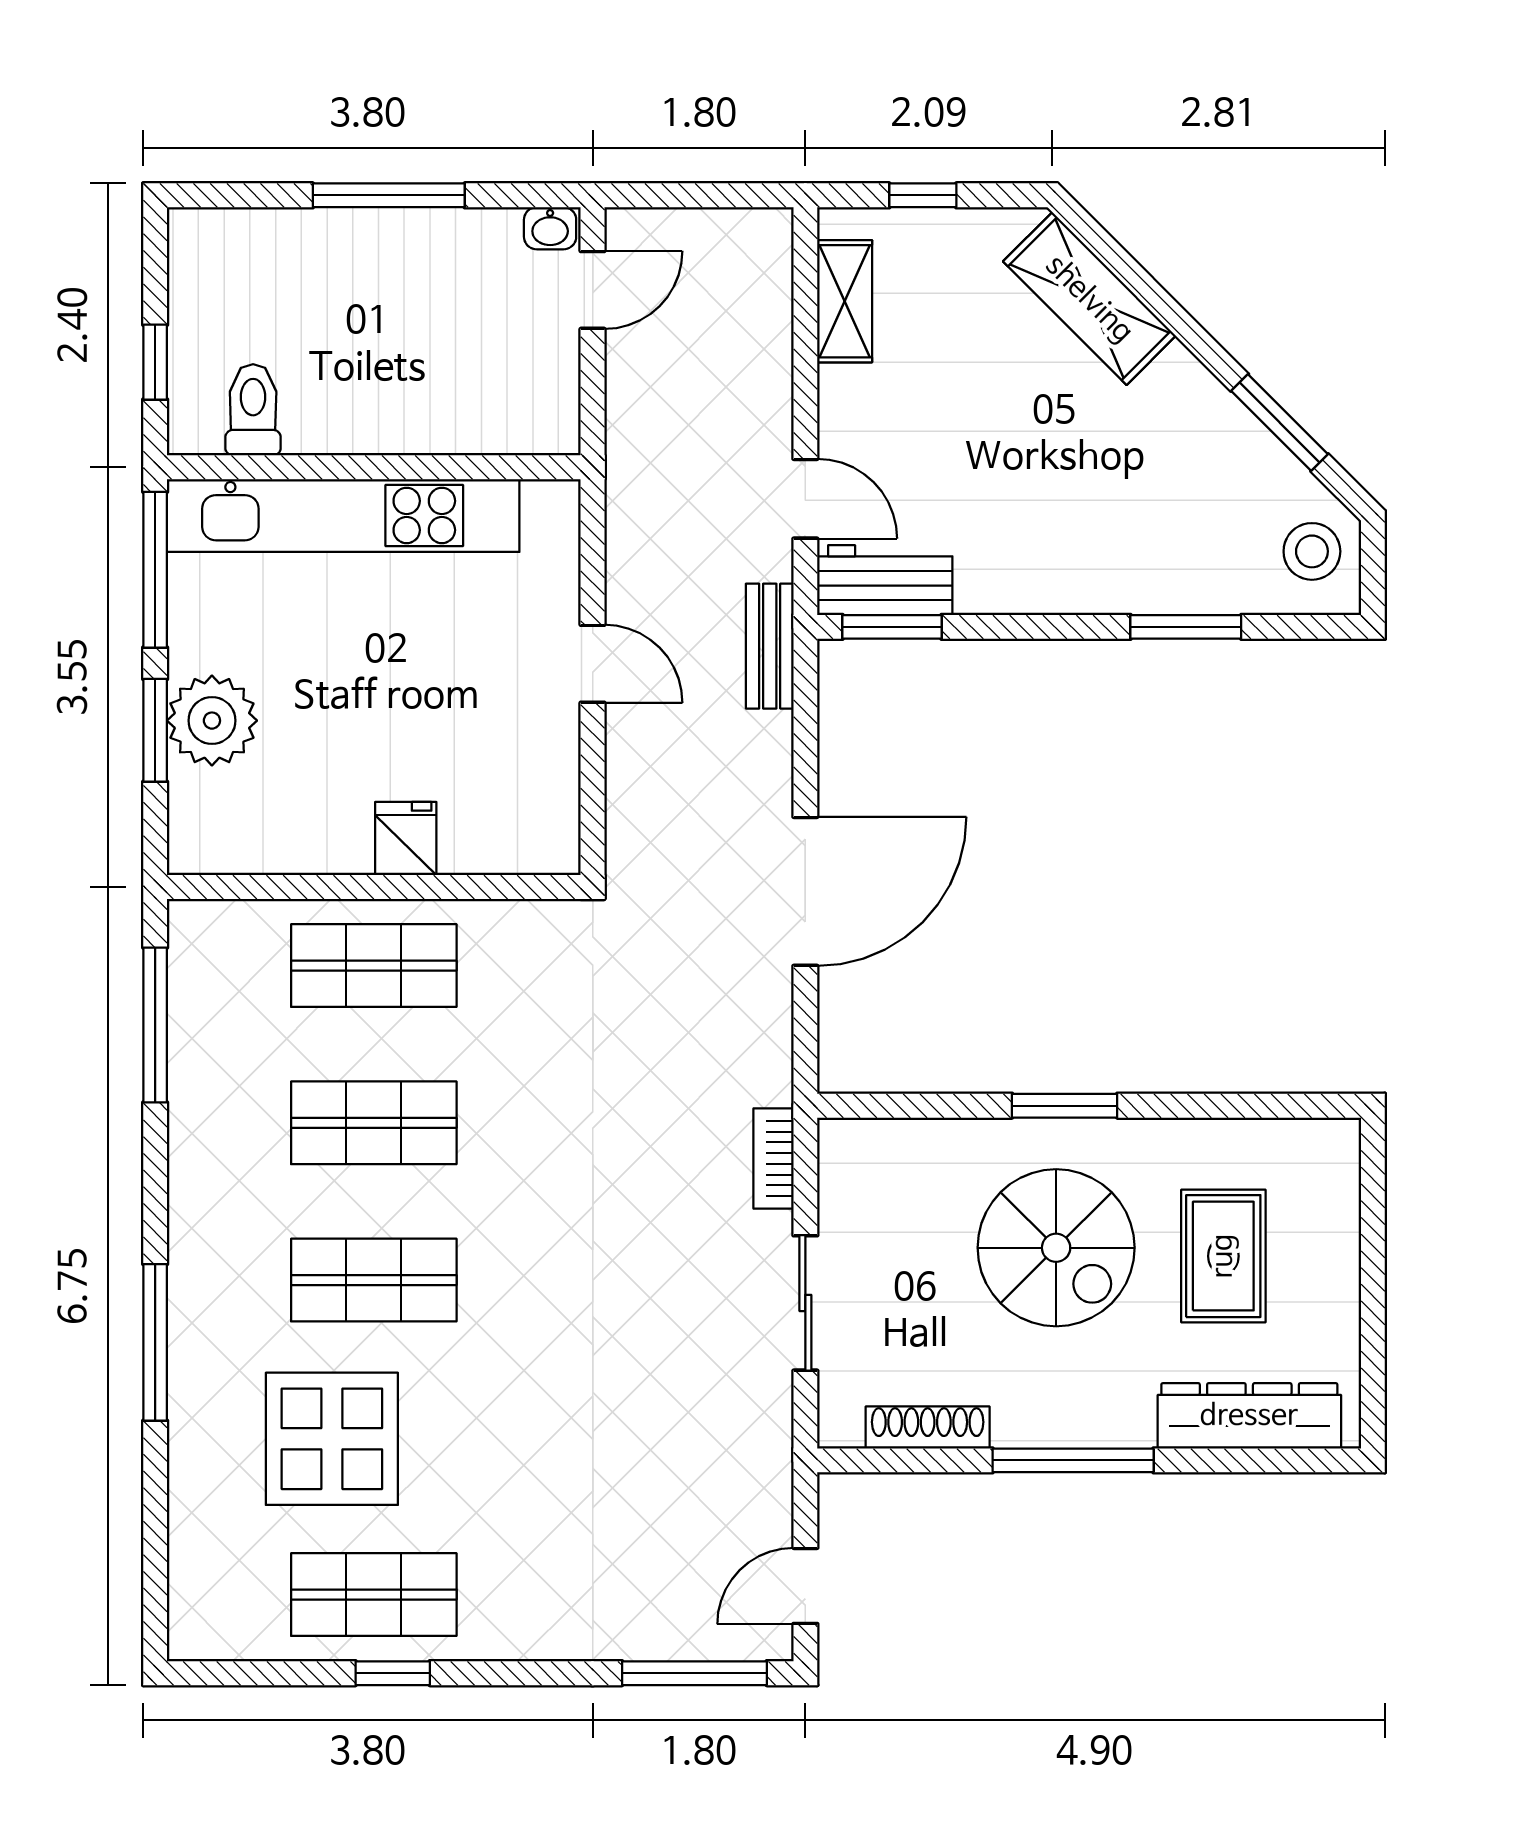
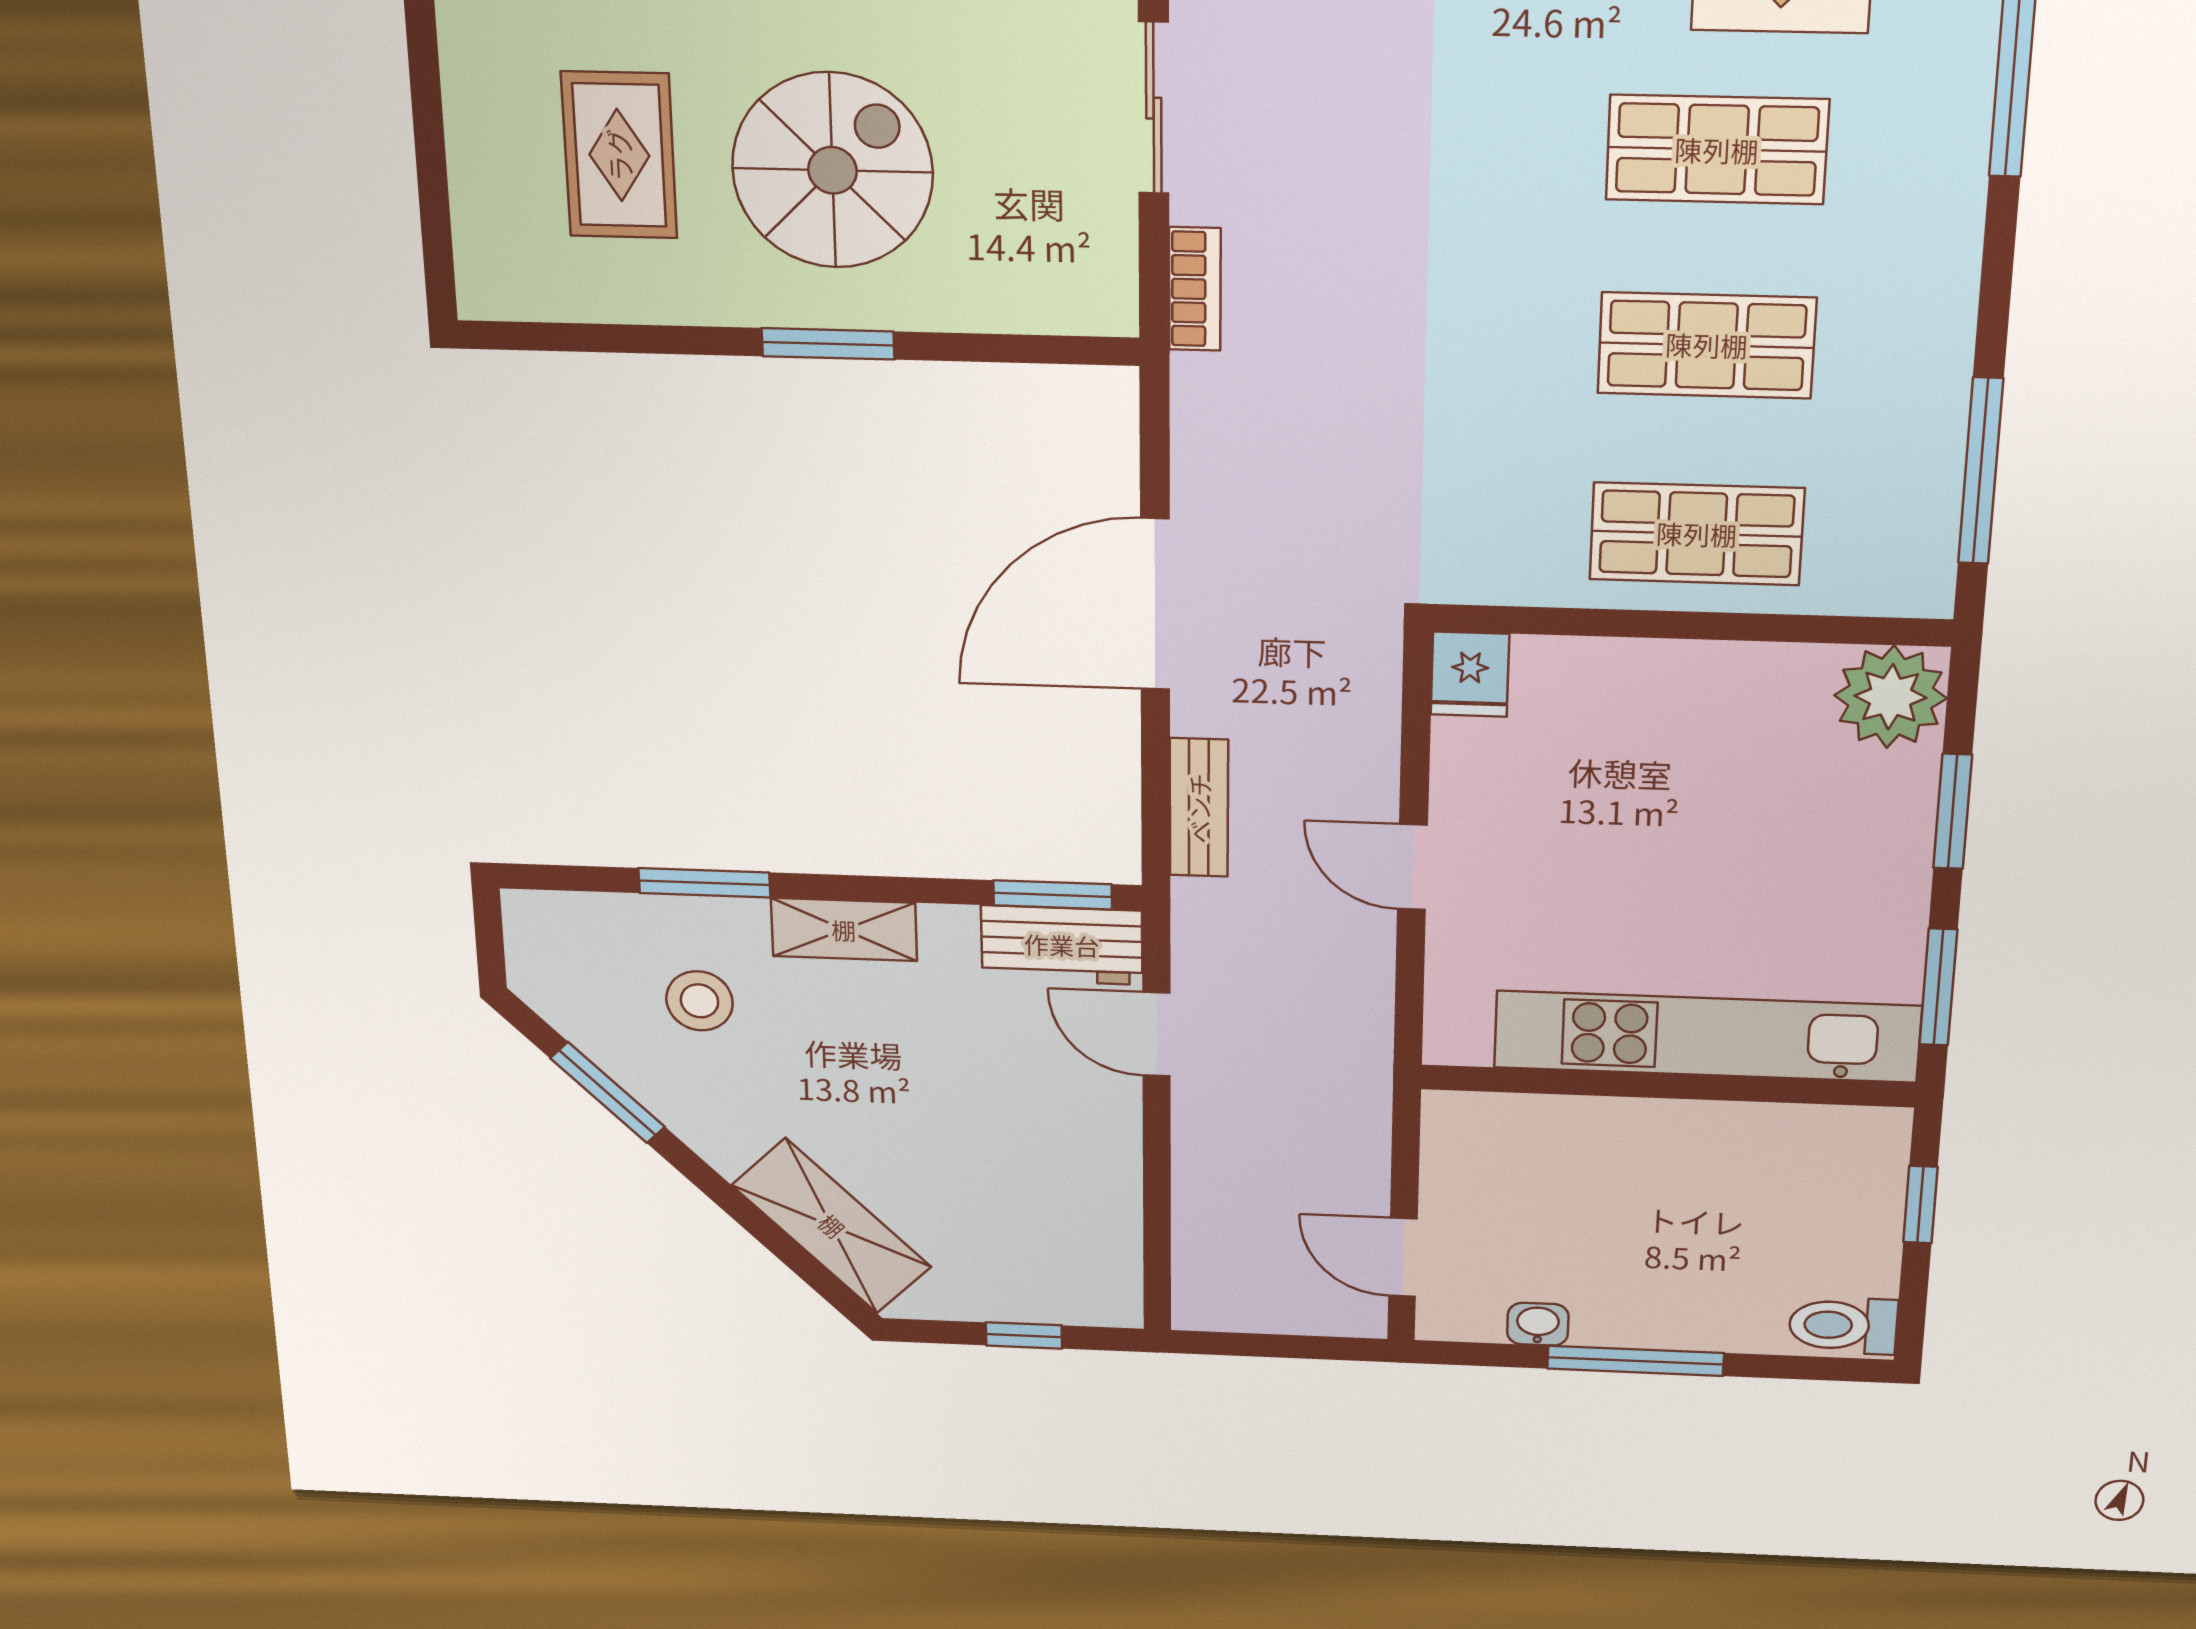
washbasin: (550, 228) -> (1538, 1324), moved
door: (593, 290) -> (1403, 1257), hinge flipped
shelving: (845, 301) -> (844, 930), moved, turned 90
toilet: (253, 410) -> (1843, 1325), moved, turned 90
stool: (1312, 551) -> (699, 1001), moved
window: (155, 570) -> (1938, 987), width x0.69
bench: (770, 646) -> (1199, 808), moved
plant: (212, 721) -> (1891, 697), moved
fridge: (406, 839) -> (1470, 674), moved
spiral stairs: (1056, 1248) -> (832, 170), turned 90

